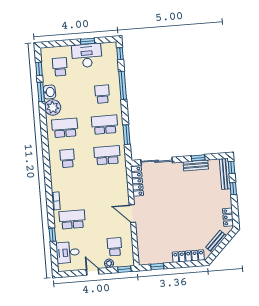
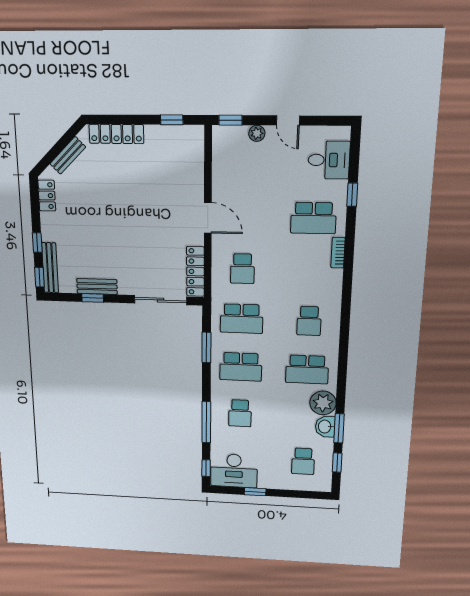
desk: (87, 56) -> (234, 471), moved
school desk: (115, 247) -> (242, 269), moved

